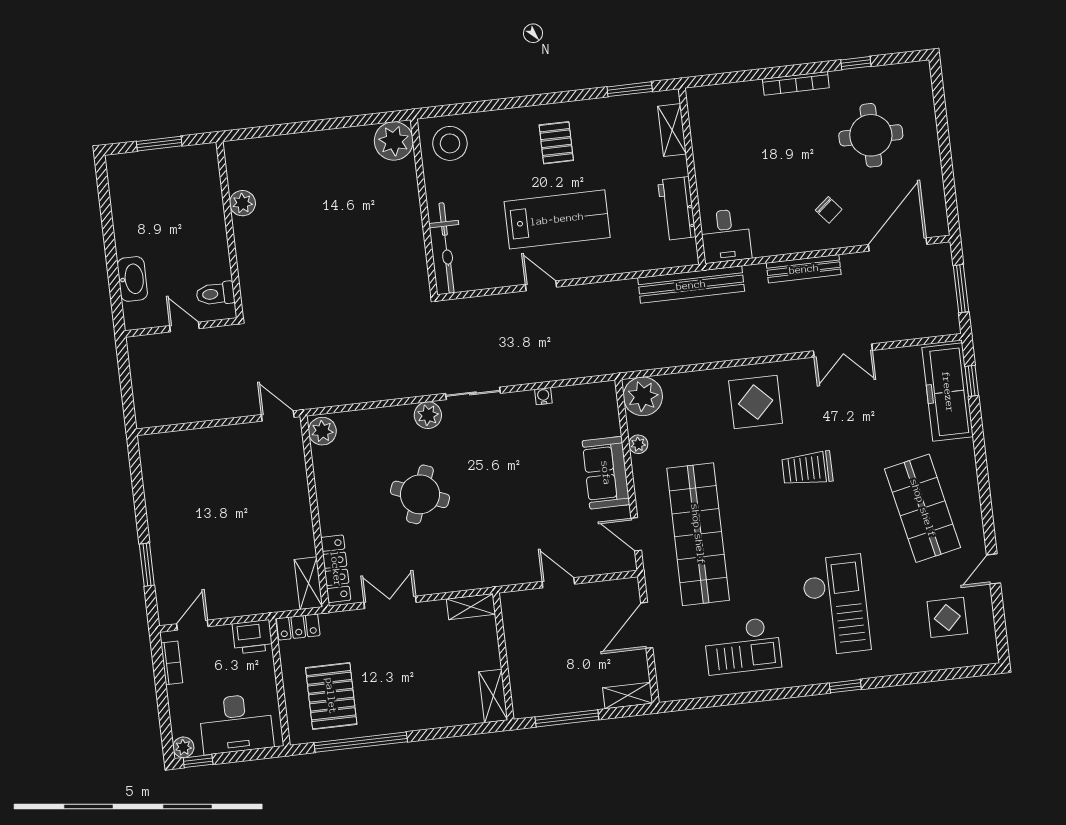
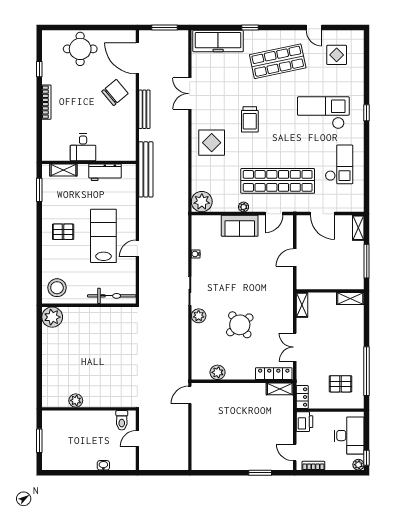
round table: (871, 135) -> (80, 49), moved
chair: (829, 210) -> (115, 92), width x1.87, depth x1.87
desk: (726, 236) -> (83, 147), moved, turned 90
washbasin: (132, 279) -> (103, 465), width x0.52, depth x0.69
double door: (843, 351) -> (190, 94), swing flipped
window: (972, 381) -> (250, 28), moved
plant: (322, 431) -> (218, 372), moved
plant: (638, 444) -> (244, 207), moved
round table: (420, 494) -> (240, 325), turned 31
pallet: (331, 696) -> (340, 384), width x0.67, depth x0.71

